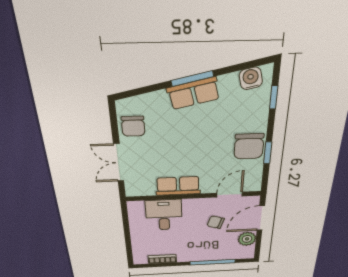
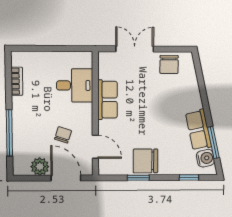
window: (192, 79) -> (213, 142), moved
row of seats: (194, 93) -> (198, 130), moved
chair: (133, 126) -> (169, 64), turned -90

